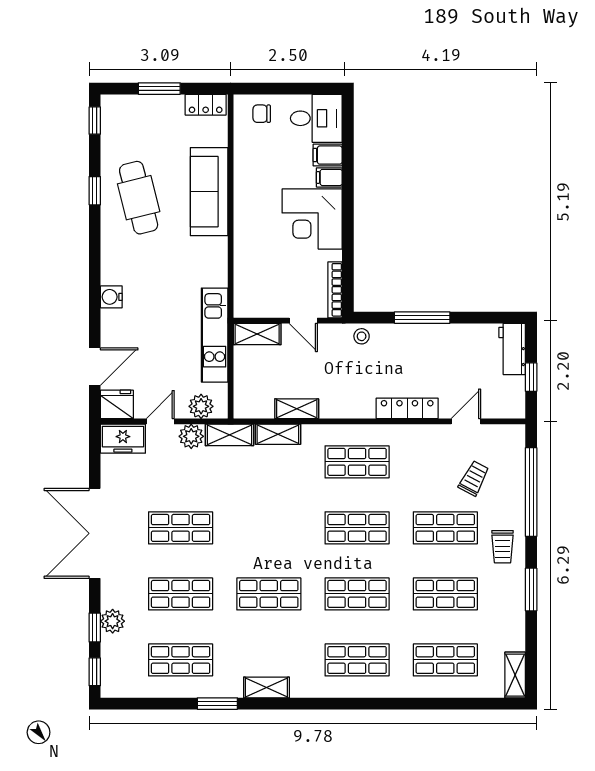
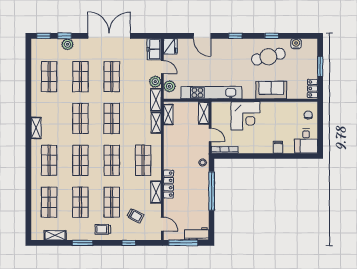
window: (95, 121) -> (235, 36), moved
filing cabinet: (328, 155) -> (289, 146), removed
sofa: (209, 192) -> (271, 90), width x0.73
corner desk: (312, 219) -> (245, 116), moved, turned 180
water cooler: (111, 297) -> (296, 44), moved
window: (422, 318) -> (212, 191), width x1.46
door: (303, 321) -> (210, 135), swing flipped
kitchen unit: (215, 335) -> (211, 93), width x1.36
door: (95, 367) -> (202, 36), moved
window: (531, 377) -> (183, 243), width x2.17
shelving: (297, 409) -> (168, 115), moved
door: (466, 421) -> (162, 224), moved
shelving: (424, 435) -> (156, 192), added
window: (531, 492) -> (129, 243), width x0.32
shop shelf: (269, 528) -> (112, 118), added
shelving: (515, 675) -> (55, 235), moved
shelving: (266, 688) -> (36, 128), moved
window: (217, 704) -> (28, 94), removed

